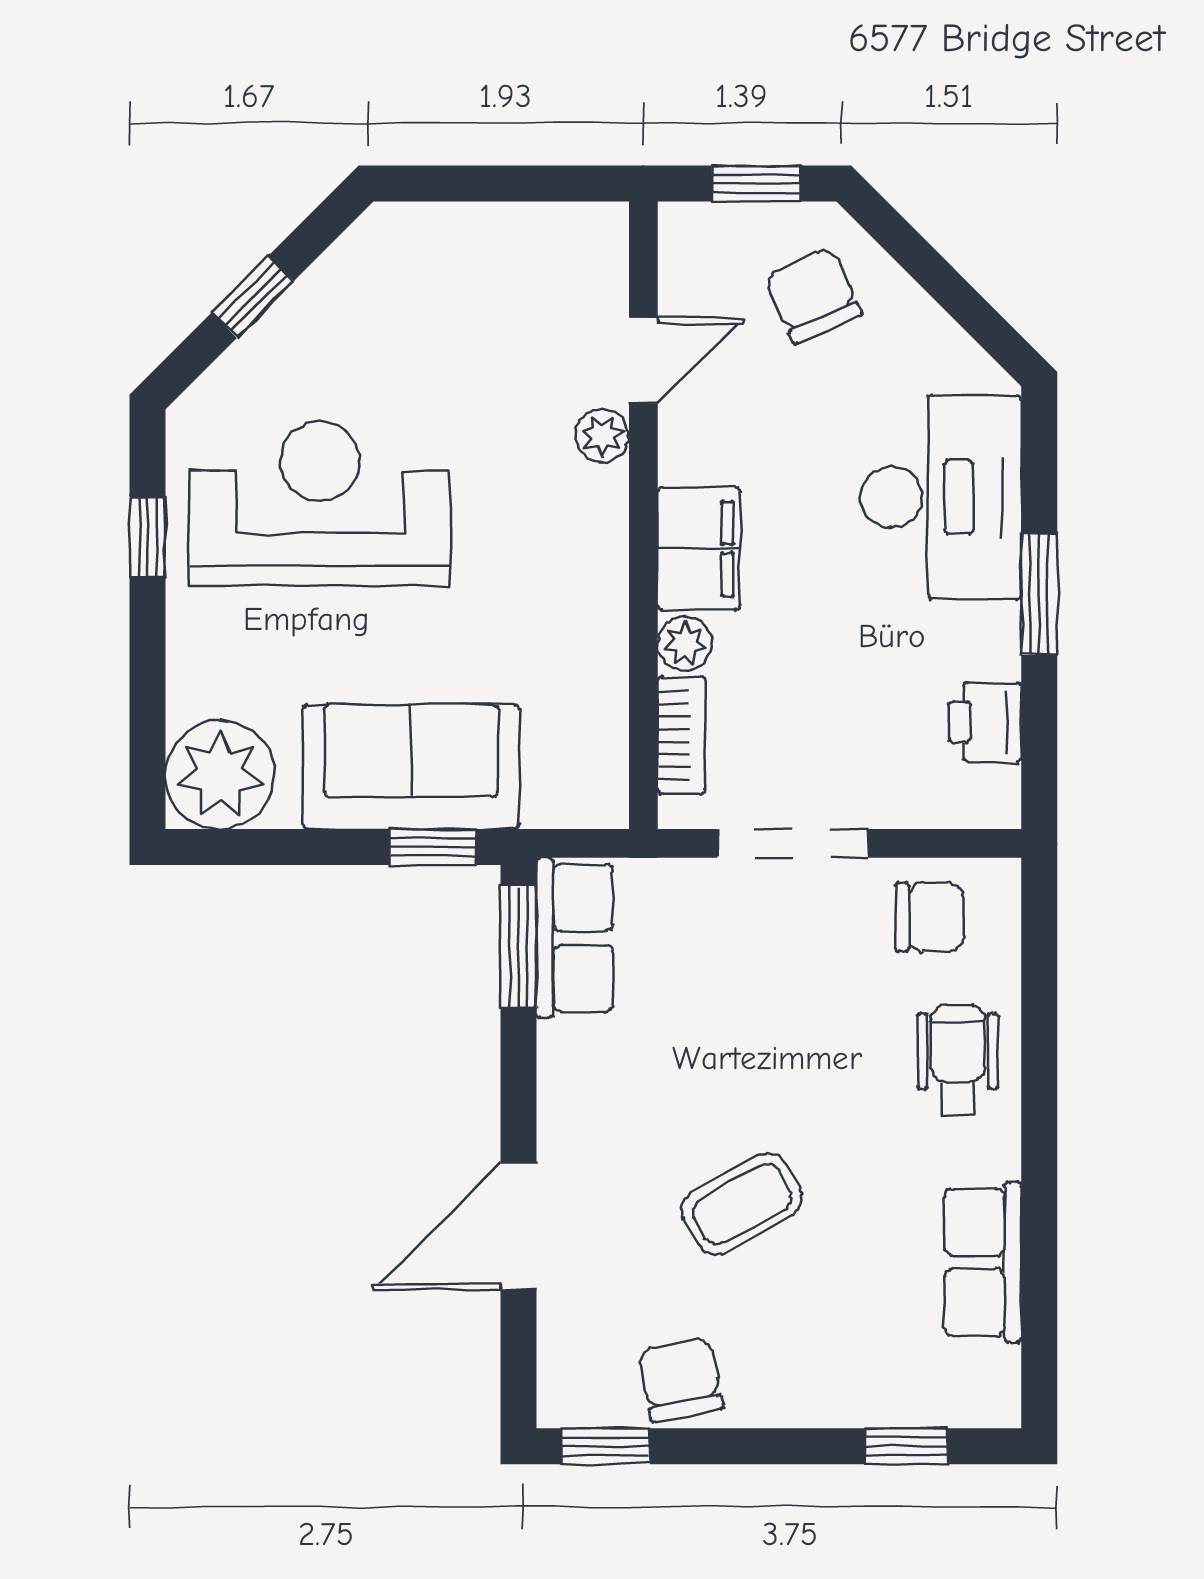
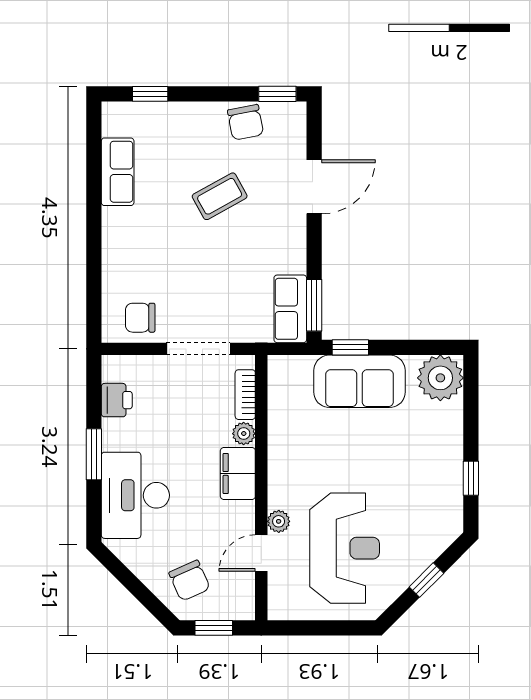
reception desk: (320, 504) -> (345, 548), moved, turned -90
wheelchair: (958, 1060) -> (128, 257), removed

